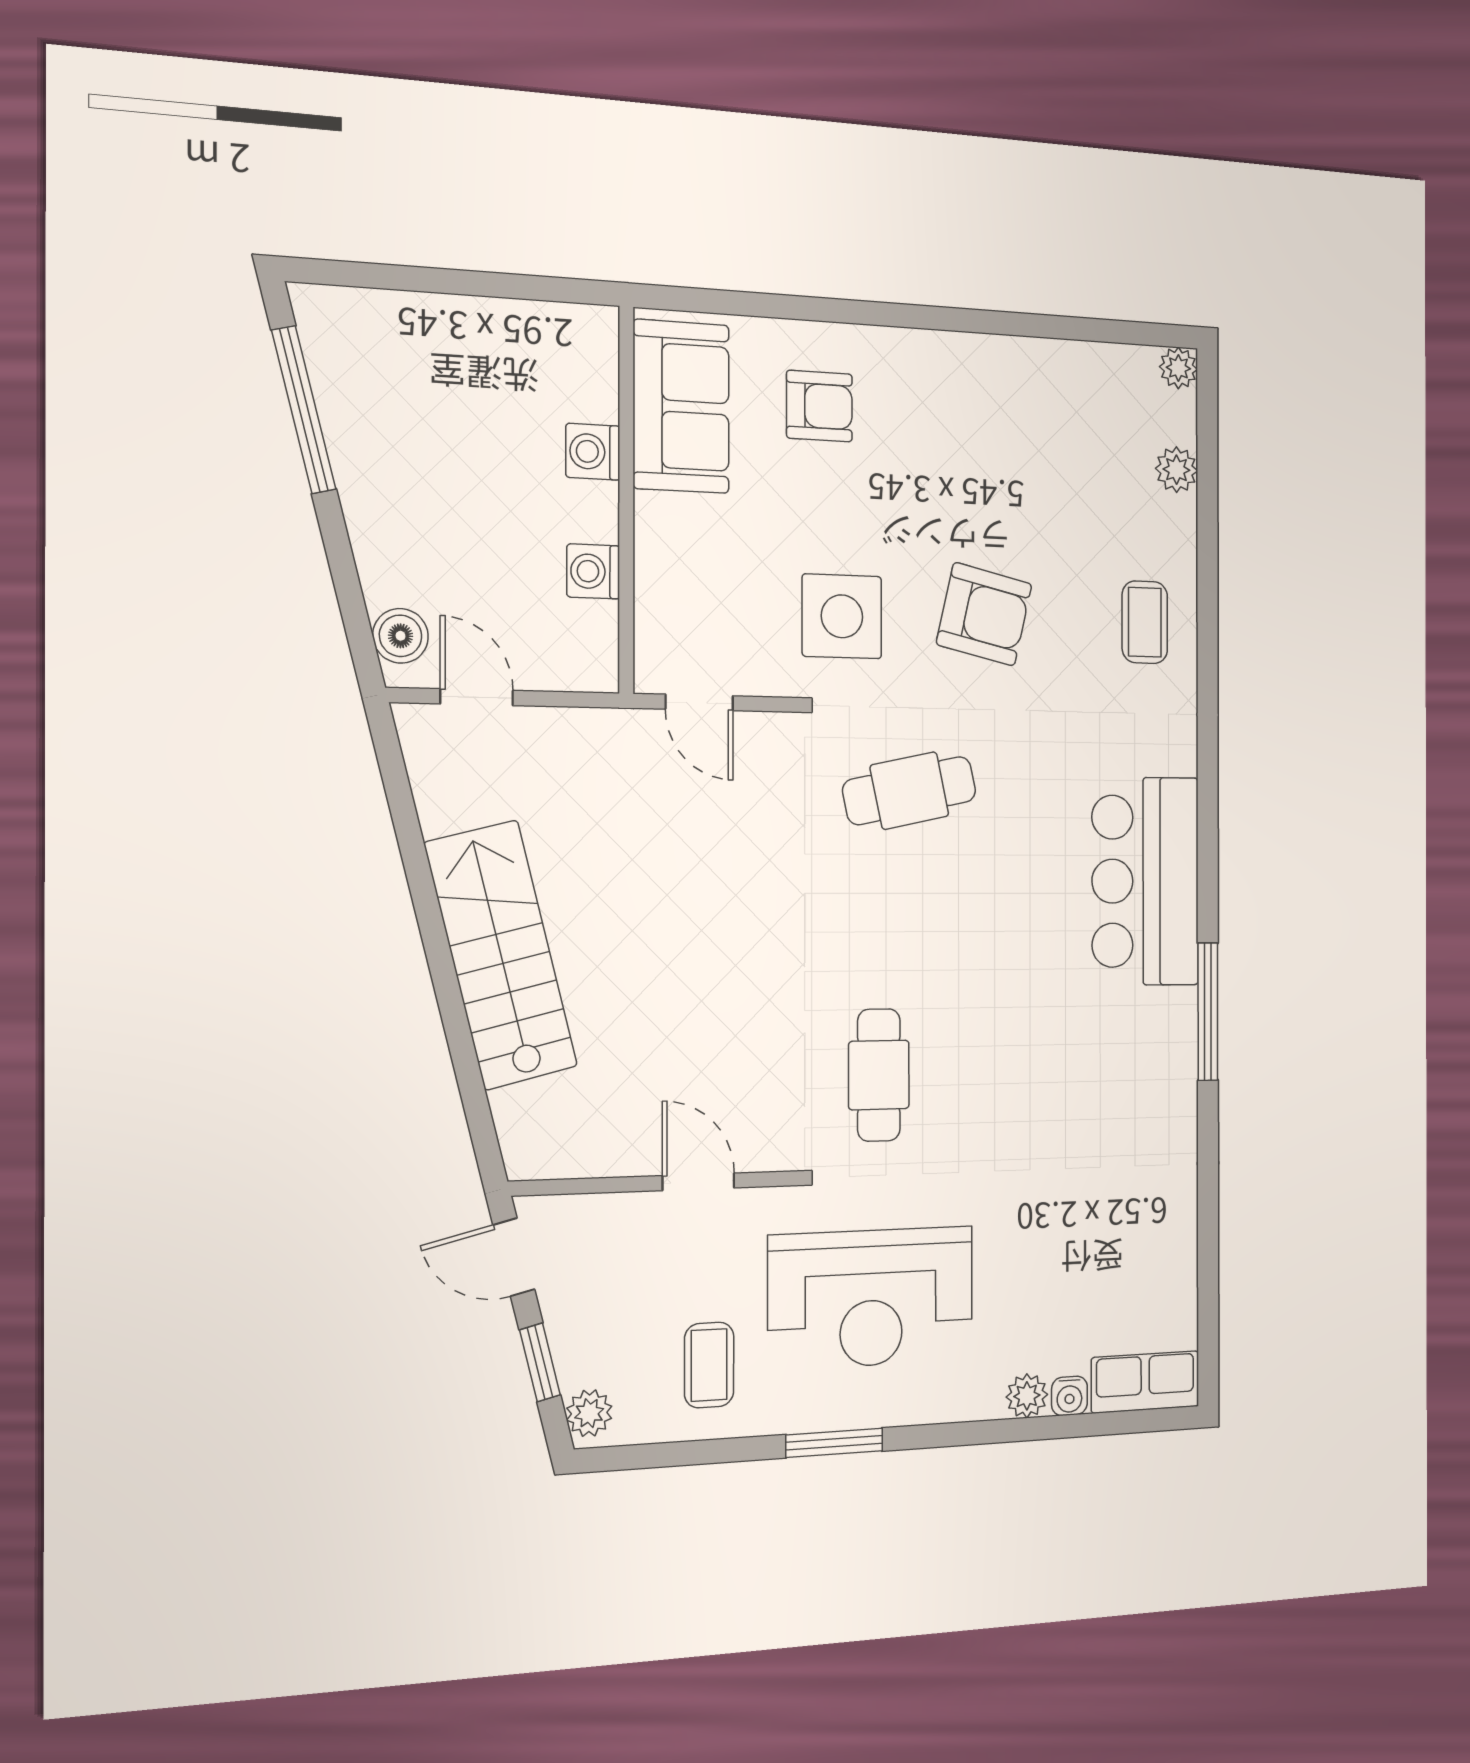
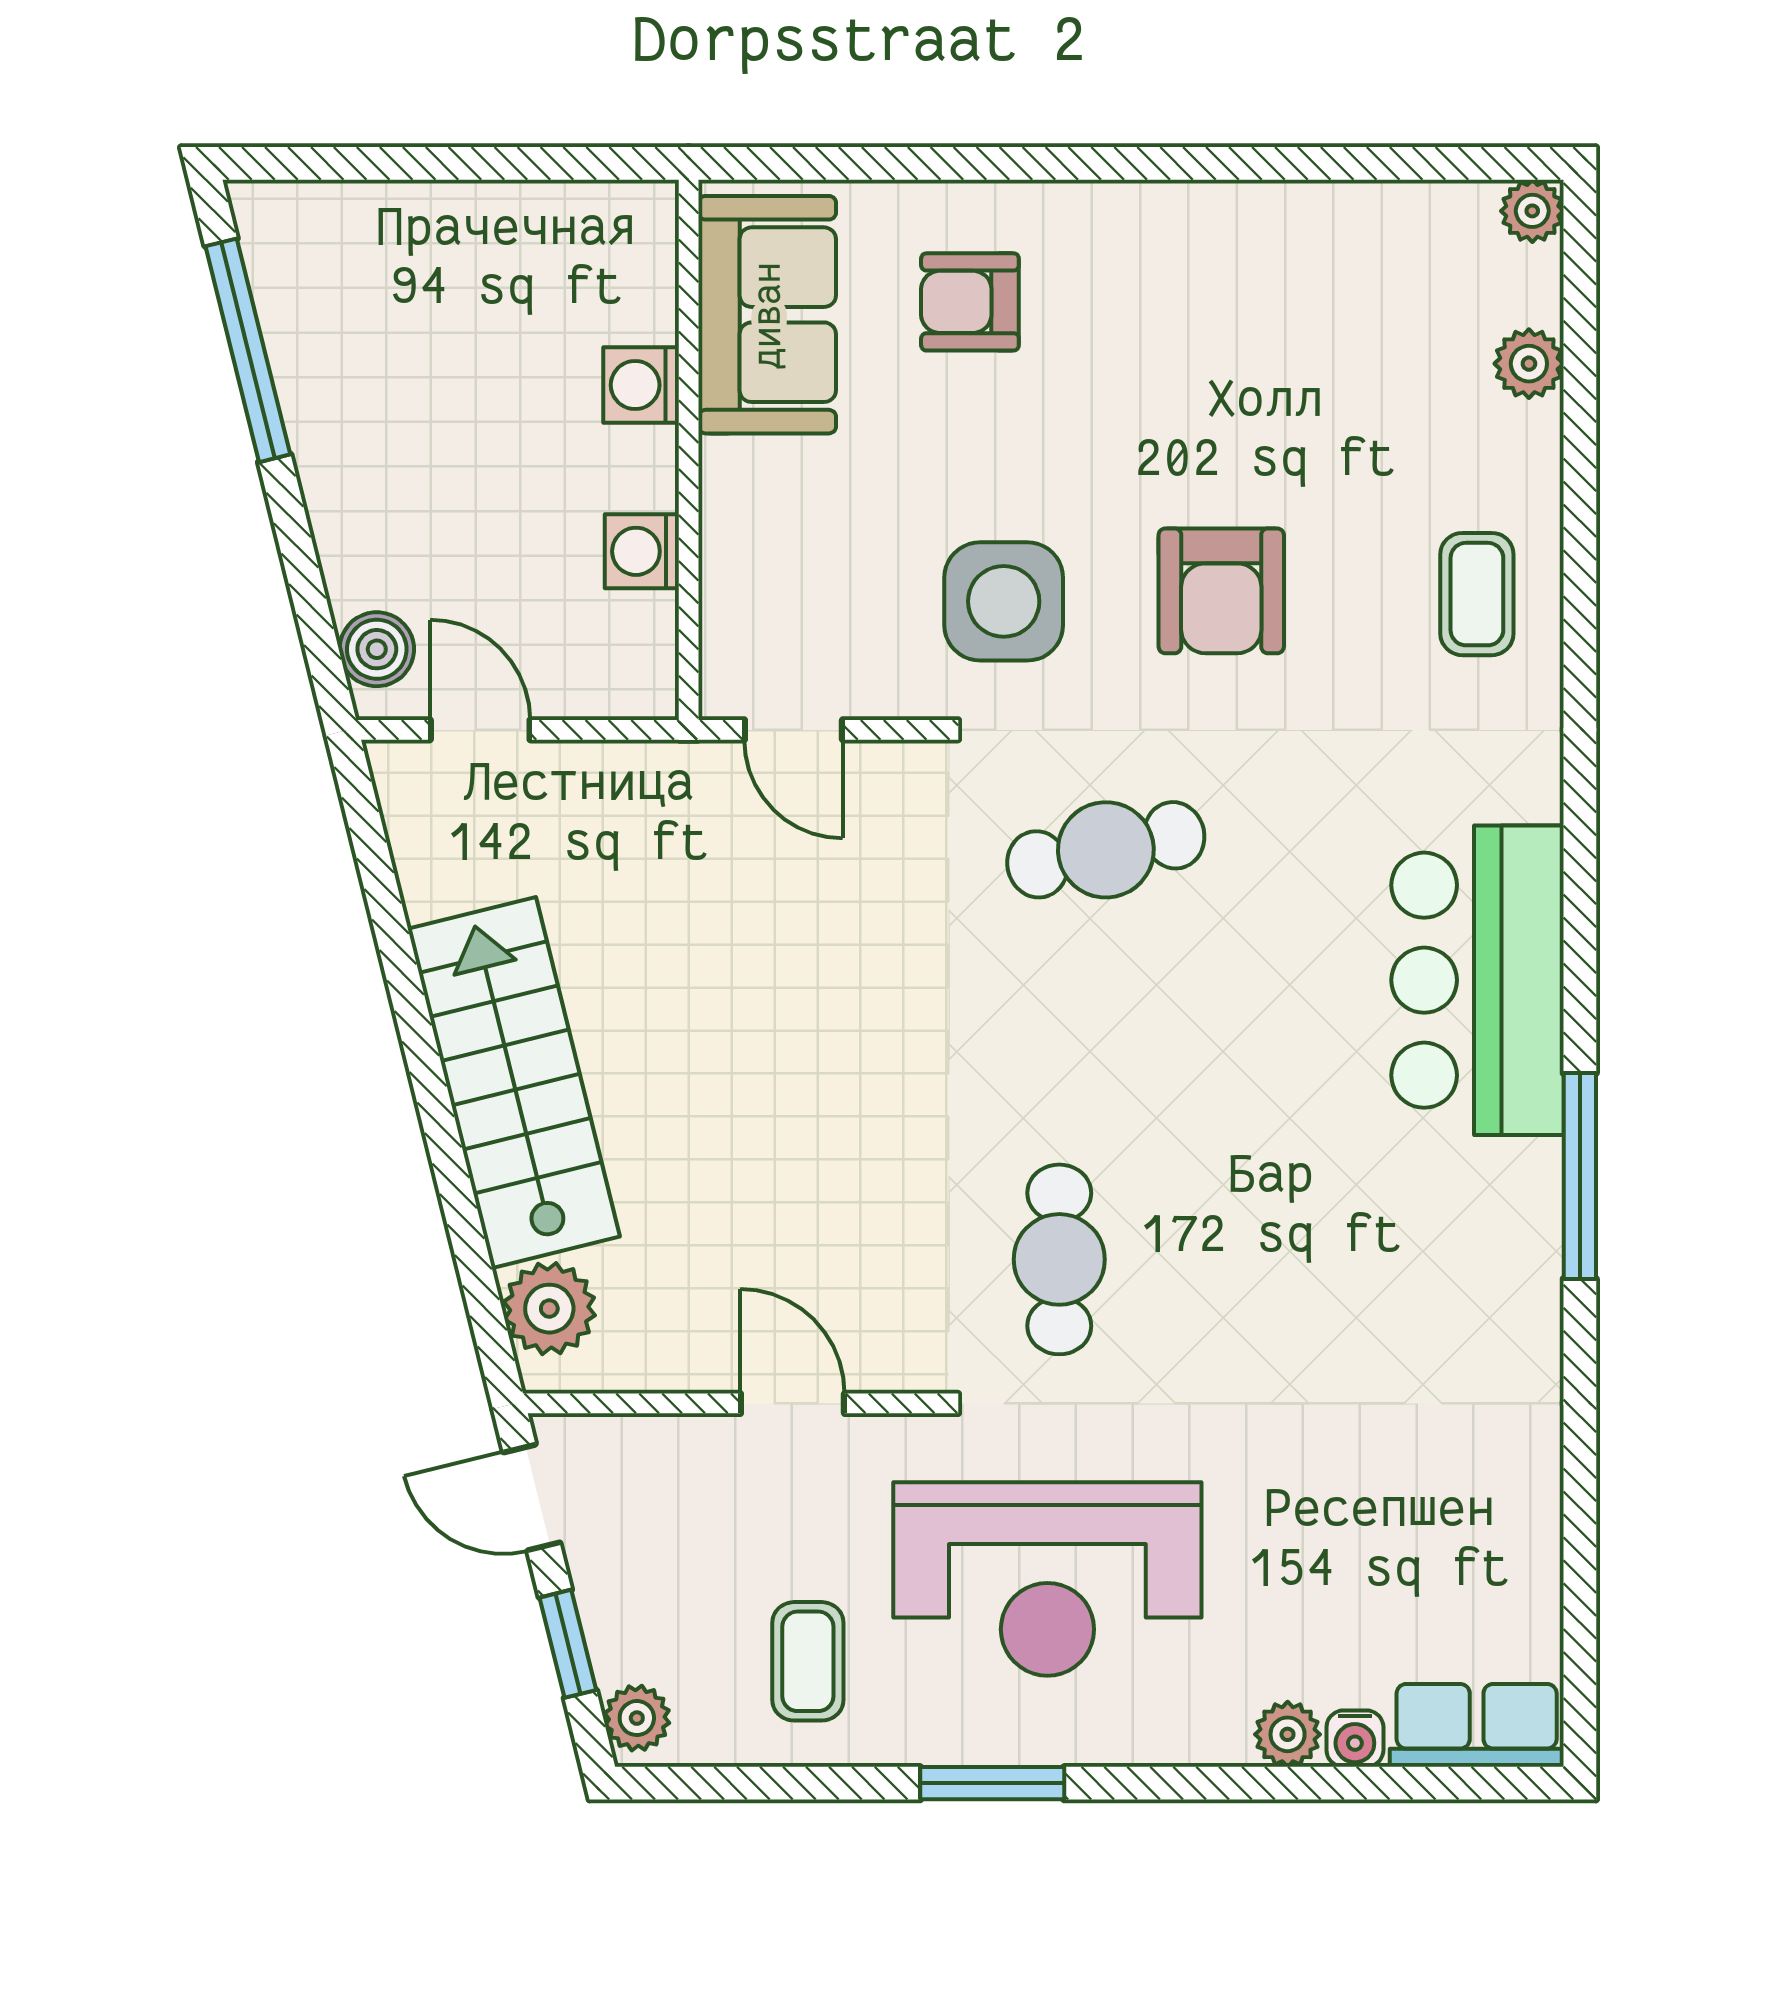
armchair: (819, 406) -> (970, 302), turned 180
armchair: (984, 614) -> (1221, 591), turned 77
plant: (527, 1119) -> (549, 1309), added

